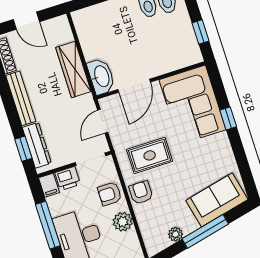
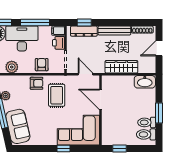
washbasin: (101, 76) -> (145, 82), moved
plant: (123, 222) -> (12, 67), moved

